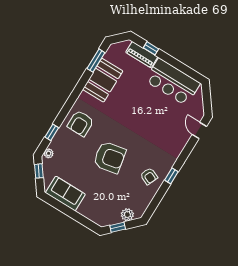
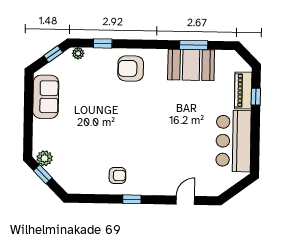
window: (96, 61) -> (194, 45), moved
door: (199, 130) -> (185, 200), moved
armchair: (110, 157) -> (113, 121), removed
armchair: (149, 176) -> (117, 175), turned -114
plant: (127, 215) -> (45, 158), moved

